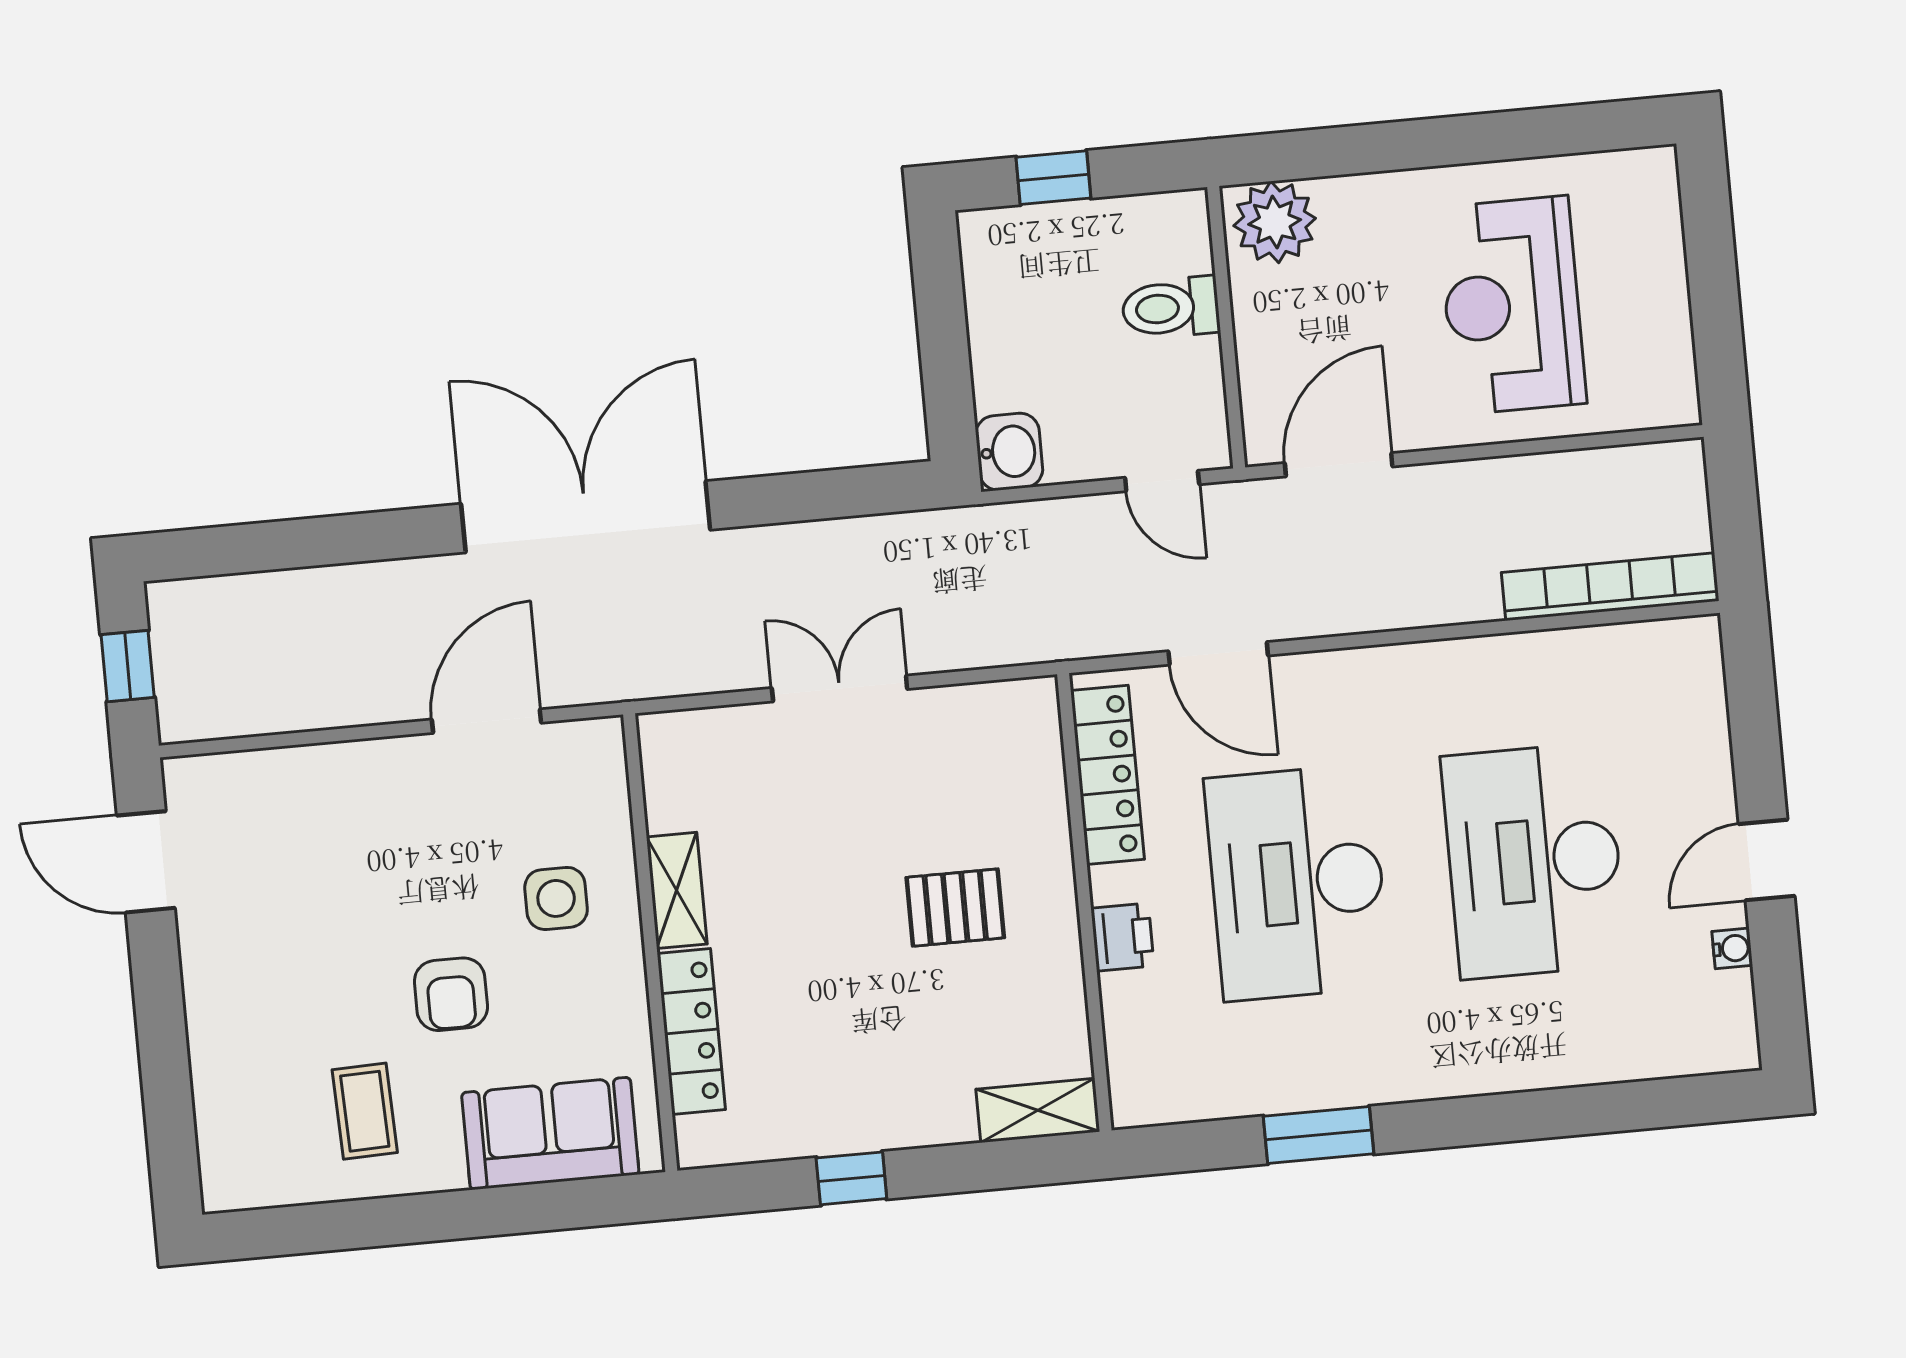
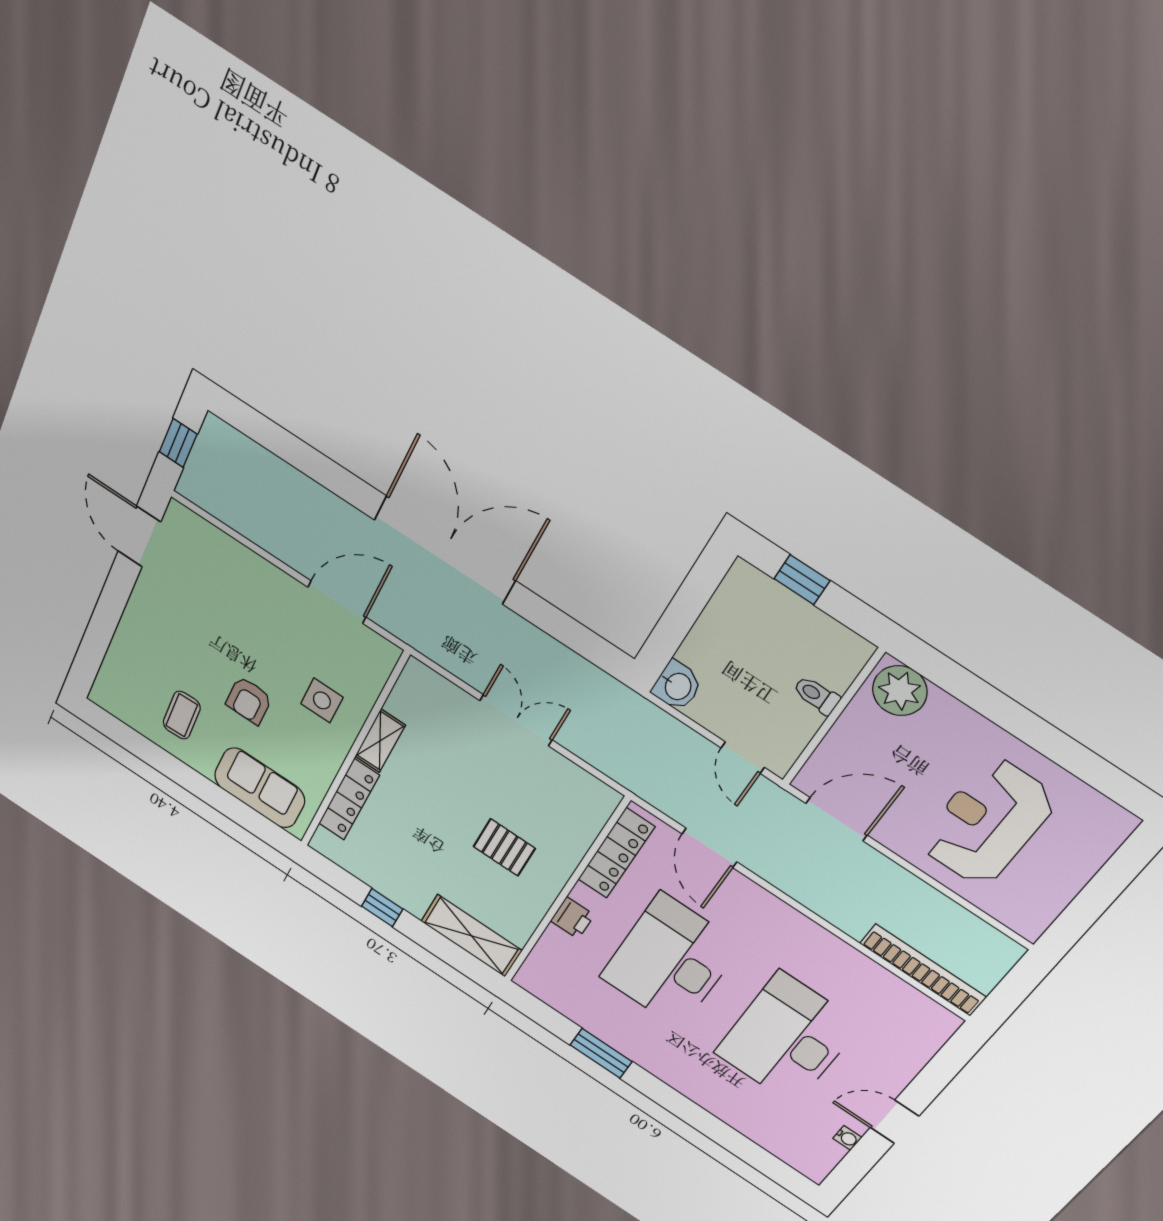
toilet: (1171, 308) -> (817, 695), width x0.73, depth x0.72
shelving: (1038, 1110) -> (471, 936), width x1.50, depth x1.33

